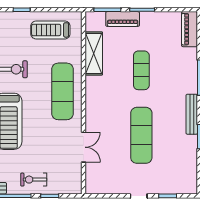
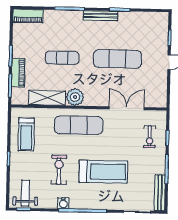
plant: (95, 86) -> (75, 97), added
double door: (84, 147) -> (127, 108), width x1.37
exercise bike: (34, 180) -> (150, 137), moved

